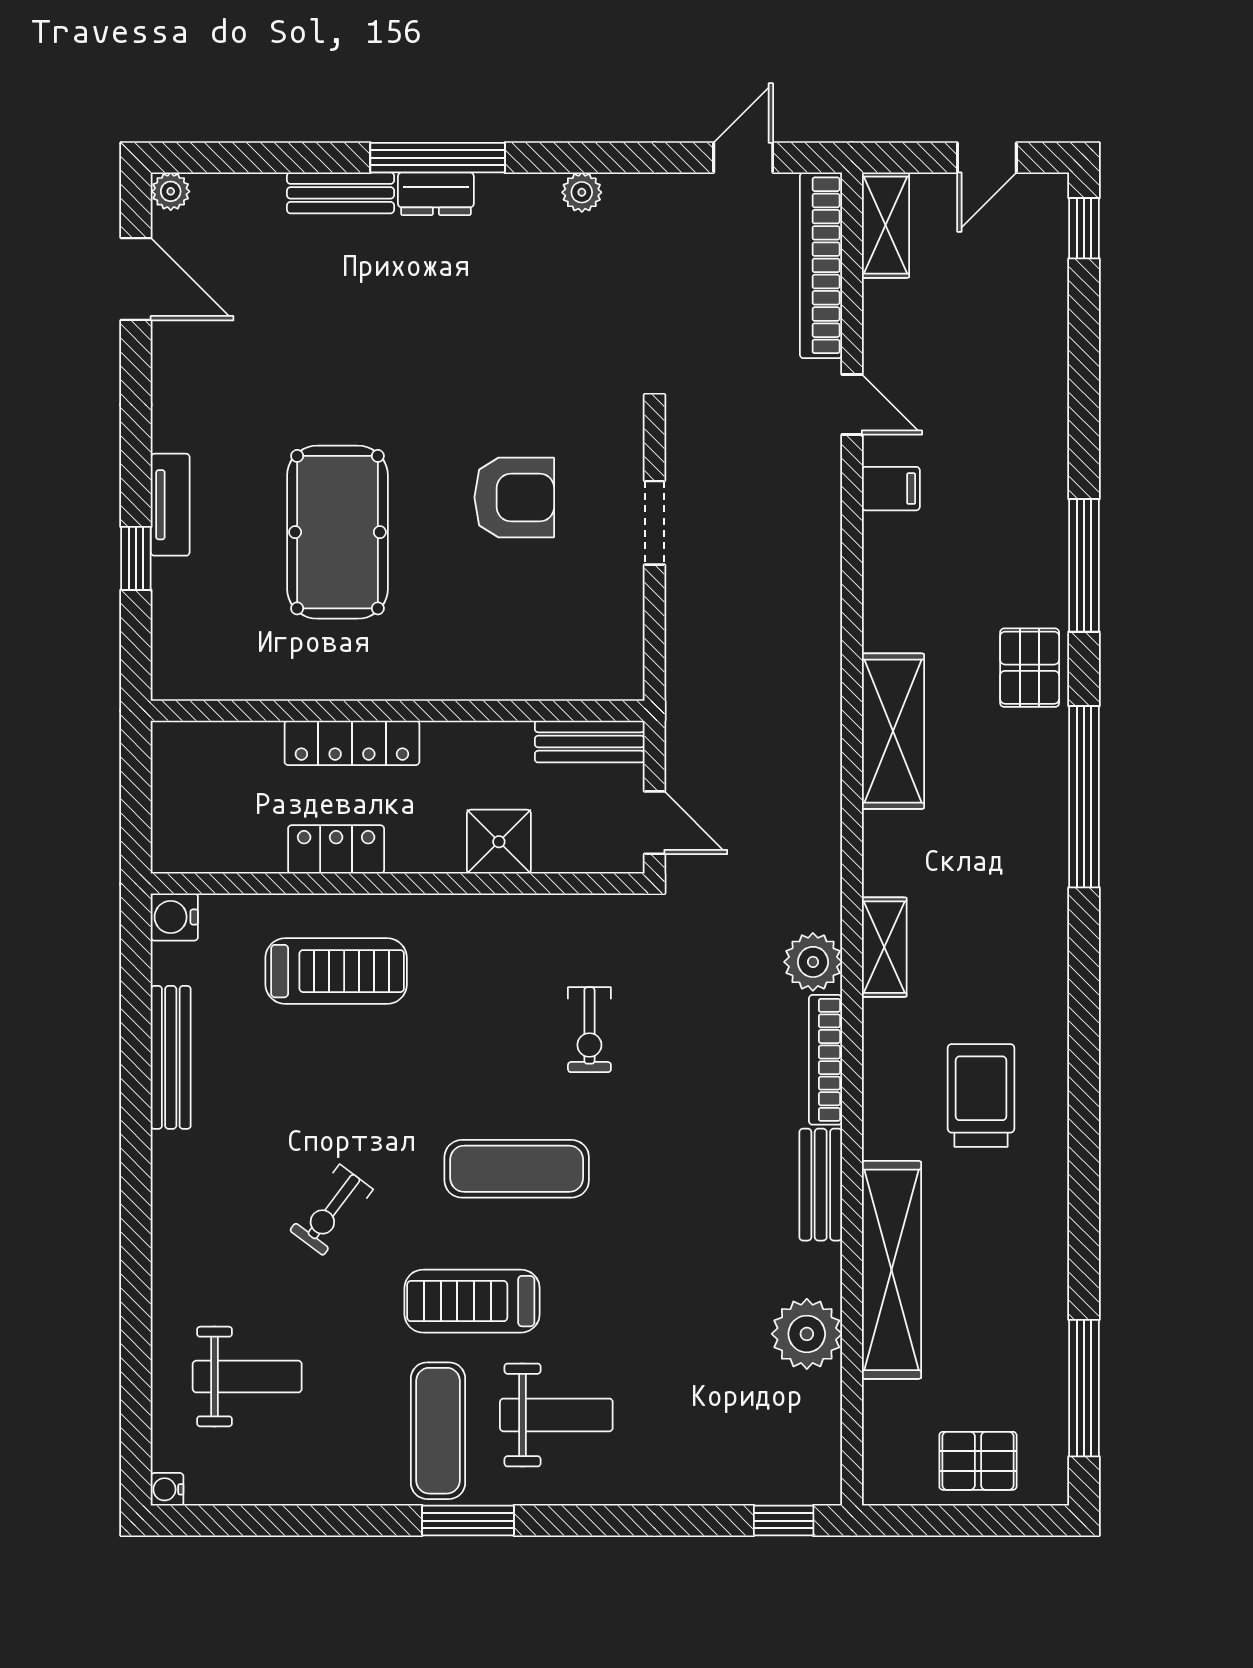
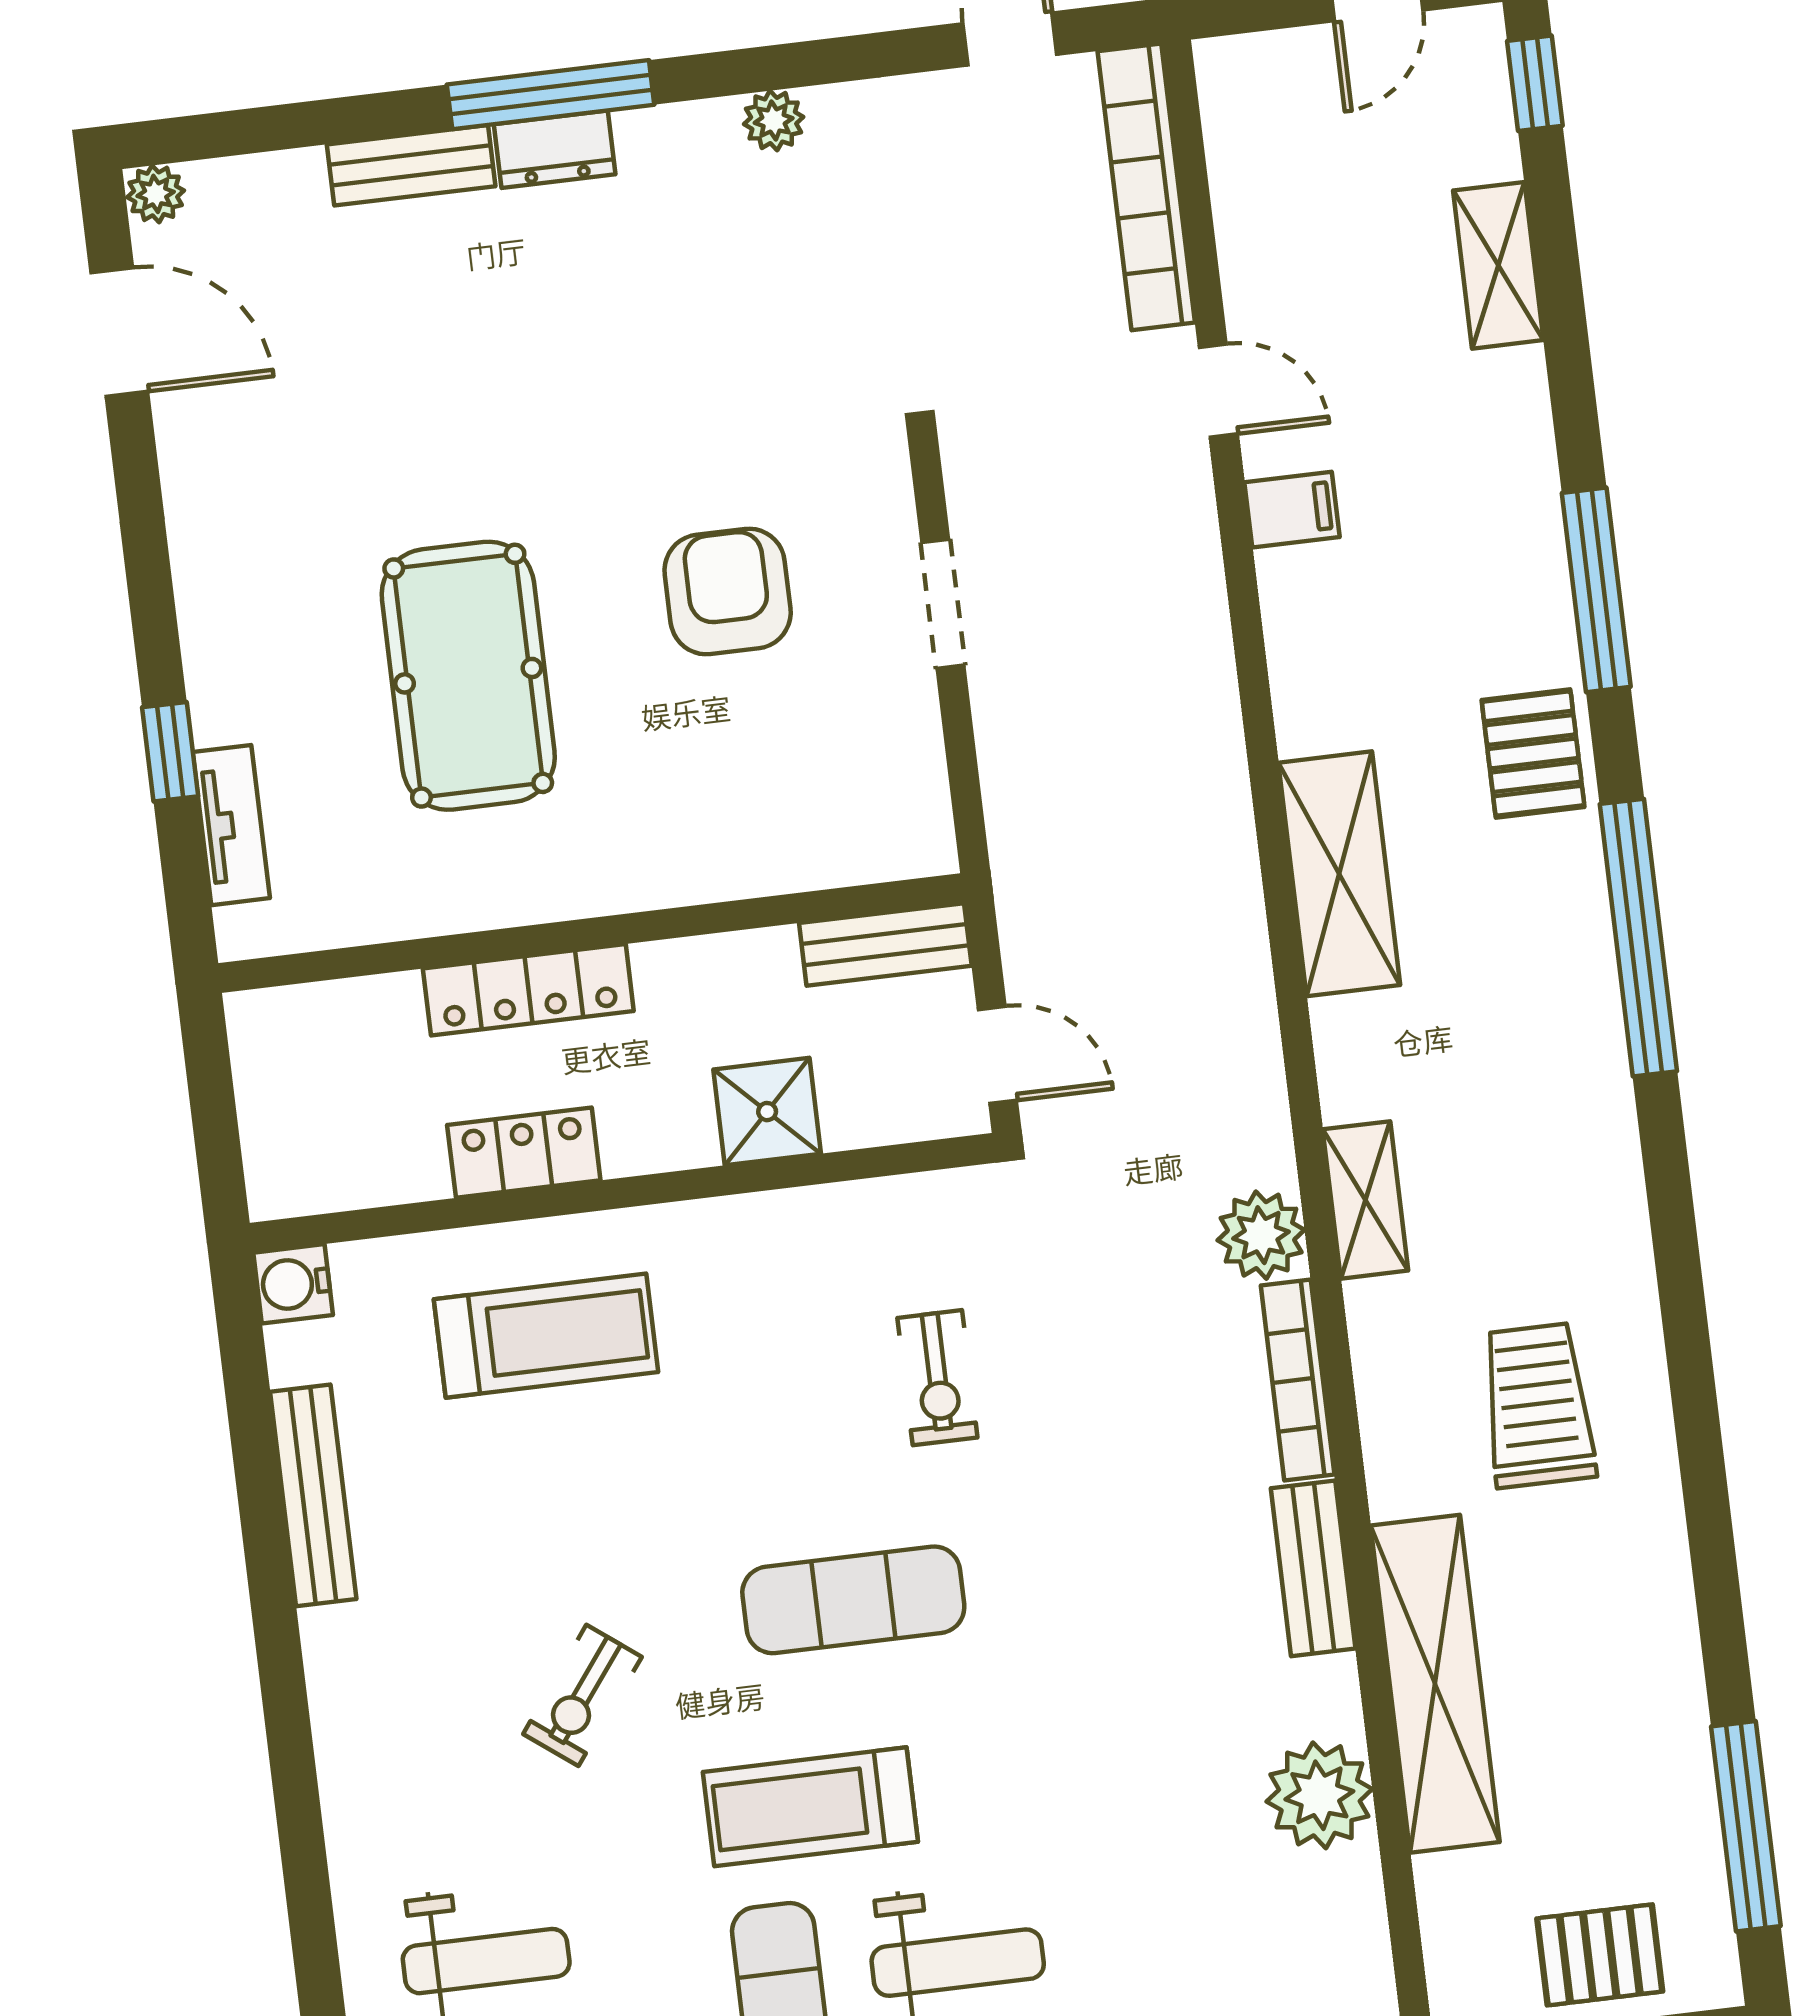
shelving: (886, 225) -> (1498, 265), moved
armchair: (514, 497) -> (728, 591), turned -90
tv unit: (170, 505) -> (231, 825), moved

